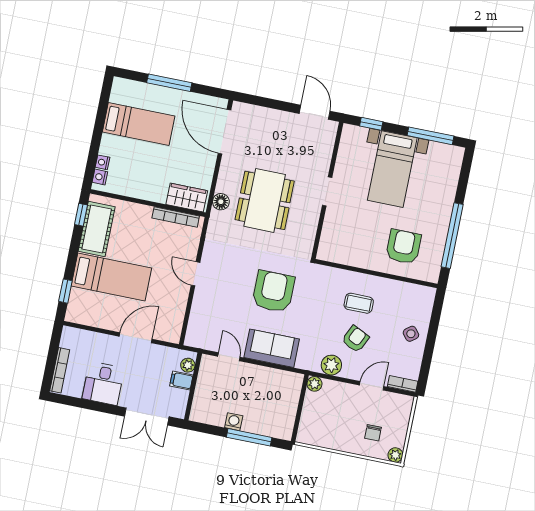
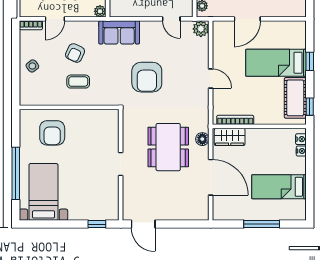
door: (224, 132) -> (211, 177), moved
window: (431, 136) -> (49, 224), removed
bed with nightstands: (392, 169) -> (43, 192), moved
window: (452, 236) -> (16, 173), moved
window: (65, 291) -> (310, 61), moved
sofa: (272, 348) -> (119, 32), moved
plant: (331, 365) -> (201, 29), moved

